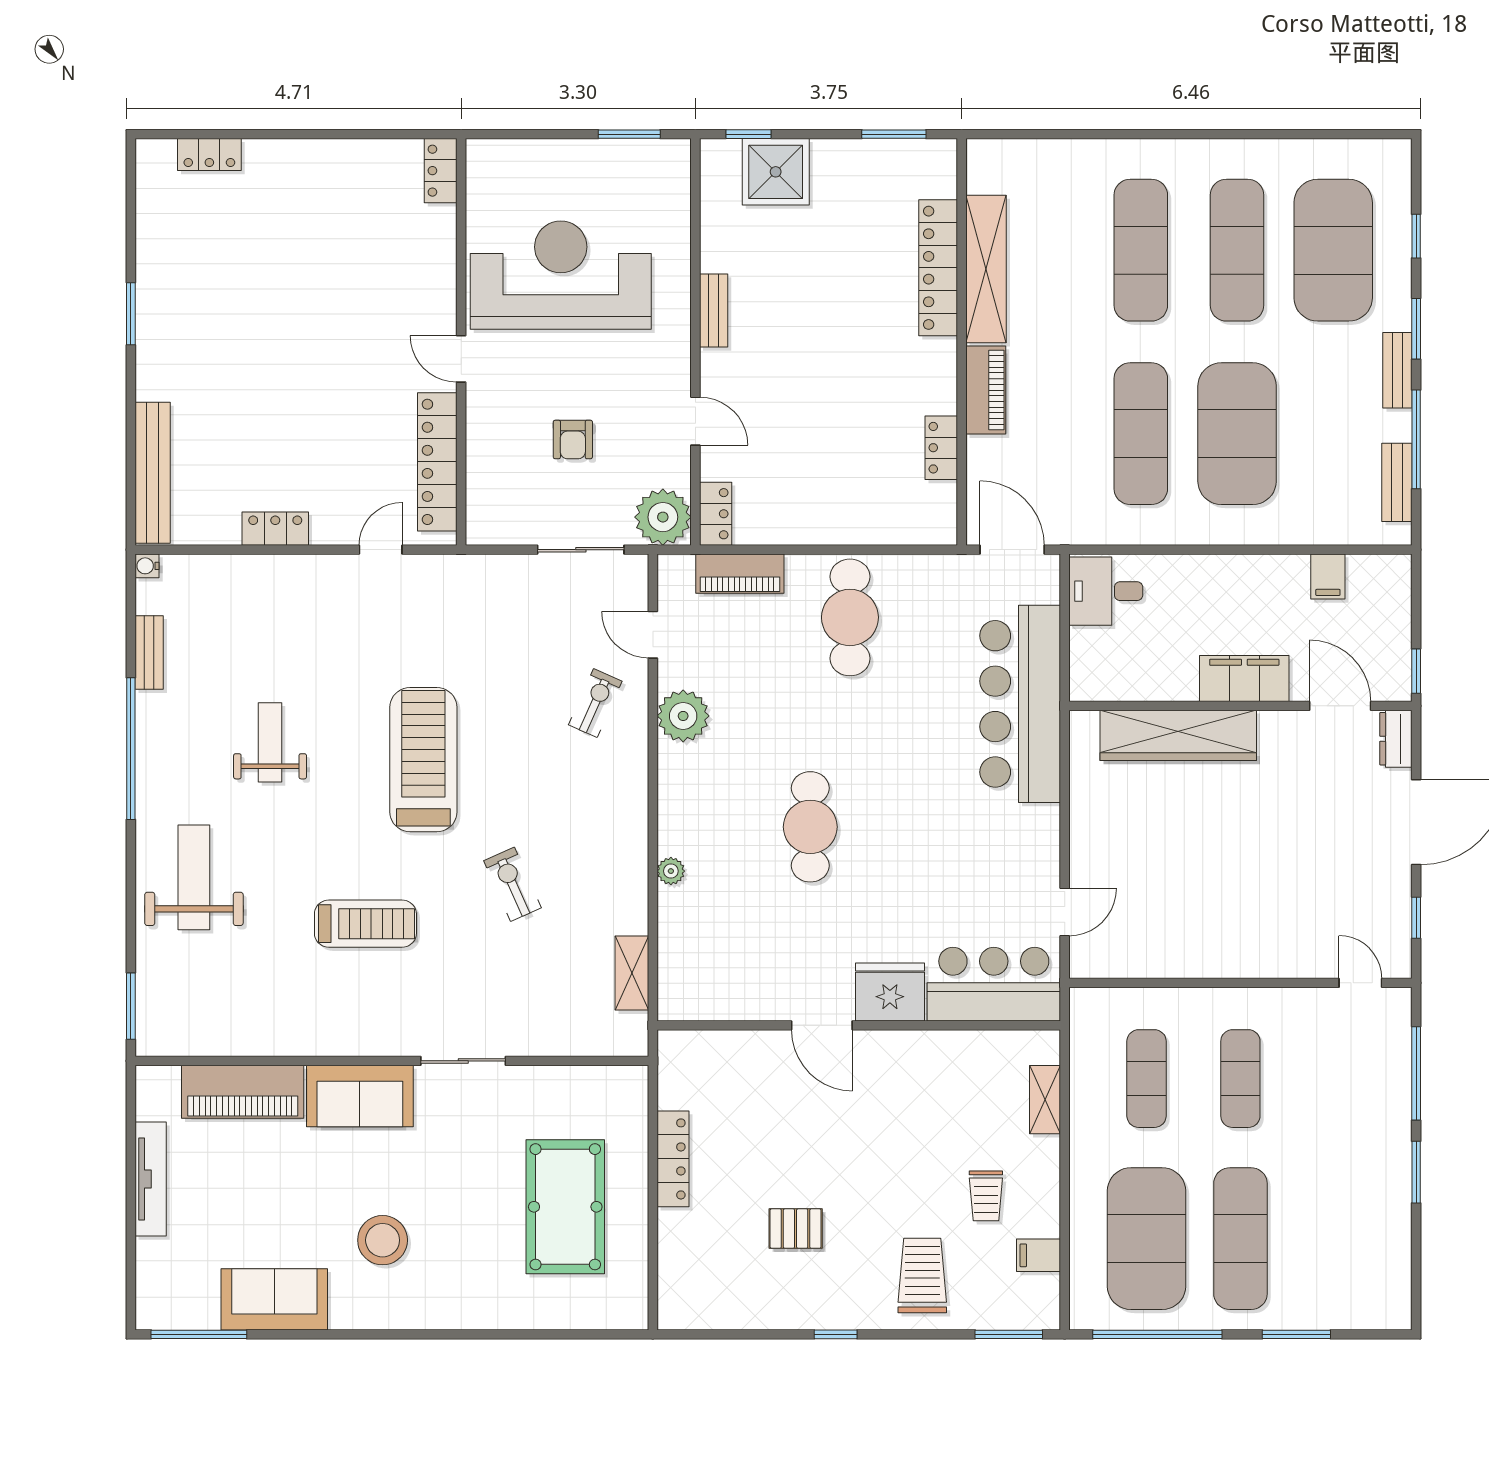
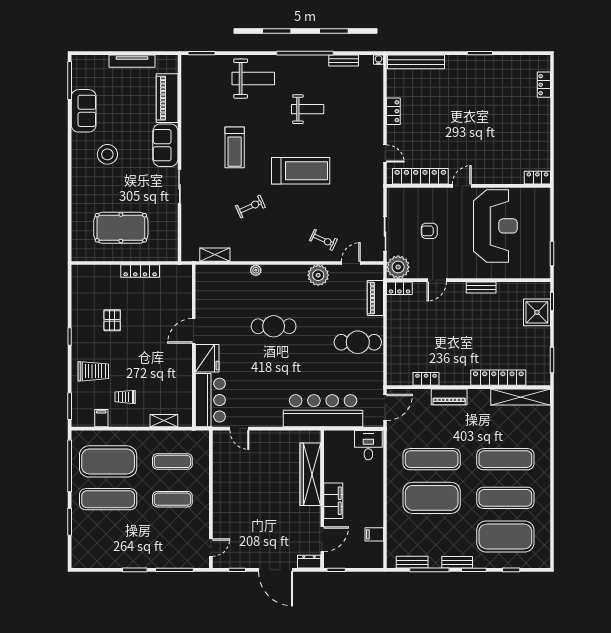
shelving: (986, 269) -> (521, 397), moved

